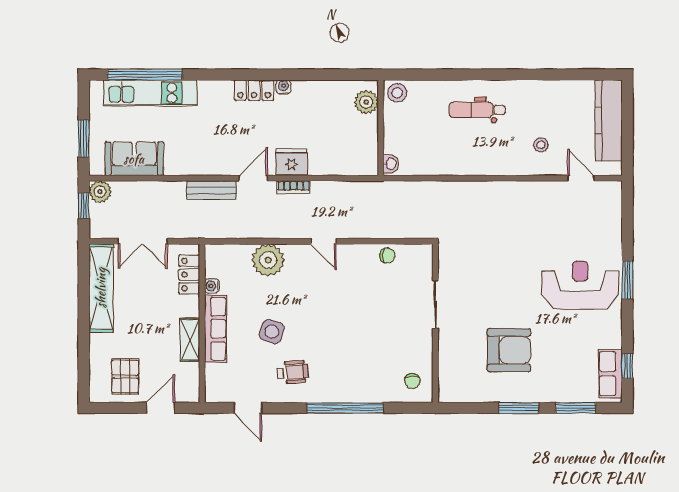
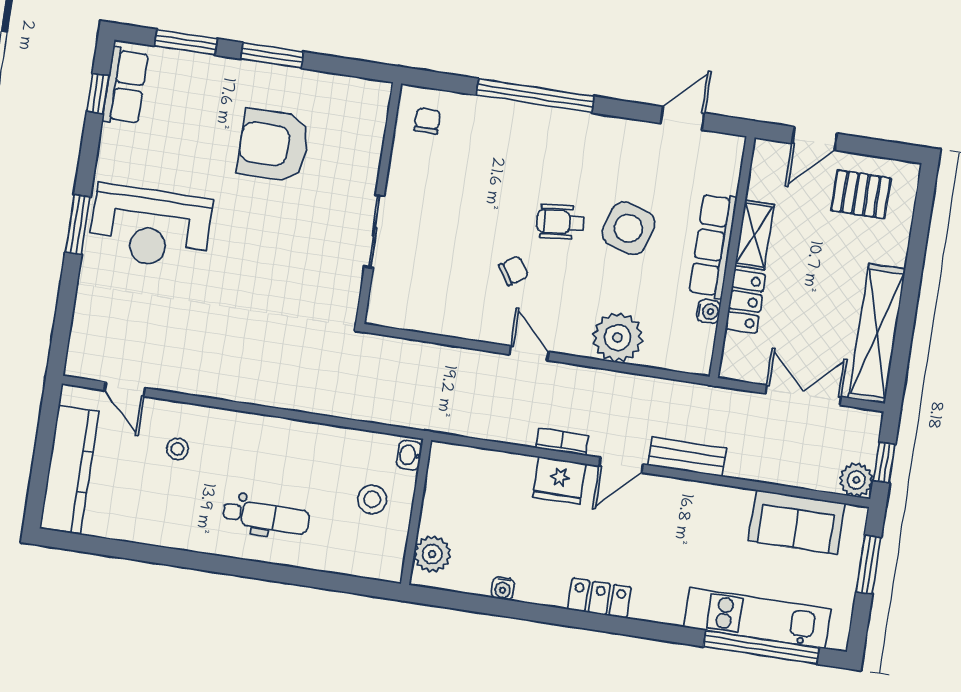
water cooler: (283, 87) -> (503, 588), moved
stool: (397, 93) -> (372, 499), moved
chair: (387, 256) -> (514, 271), moved, turned 146
locker: (189, 275) -> (745, 301), moved
side table: (272, 332) -> (628, 228), width x1.37, depth x1.37
wheelchair: (293, 372) -> (560, 222), moved
pallet: (125, 376) -> (861, 194), turned 90
door: (248, 408) -> (682, 118), hinge flipped

